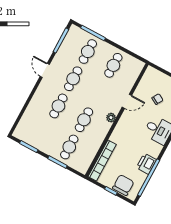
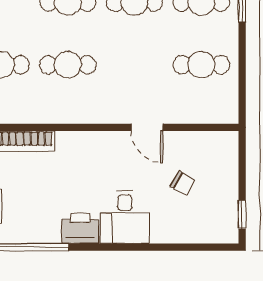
plant: (111, 118) -> (100, 114), removed
printer: (146, 164) -> (80, 228), moved

